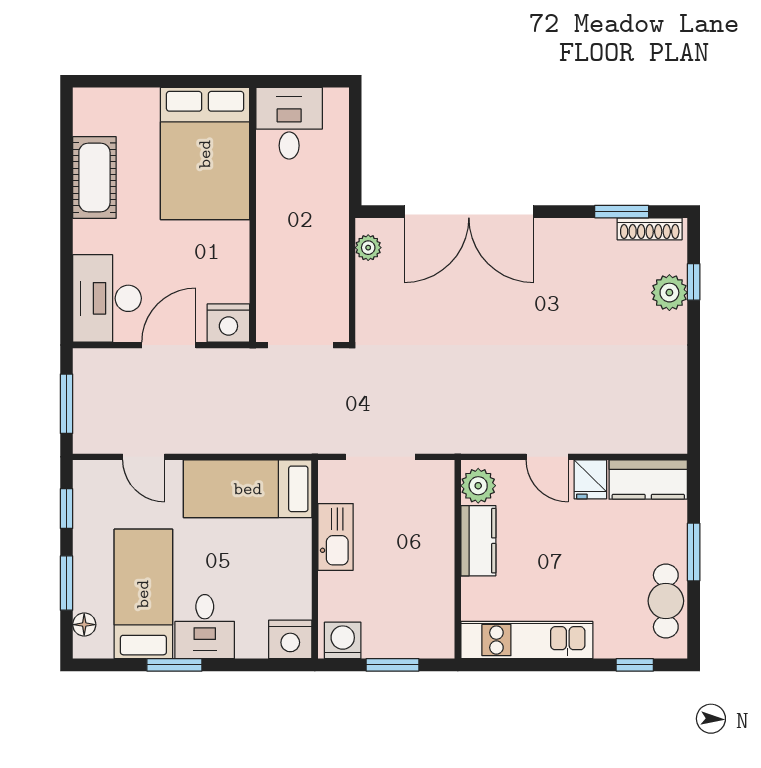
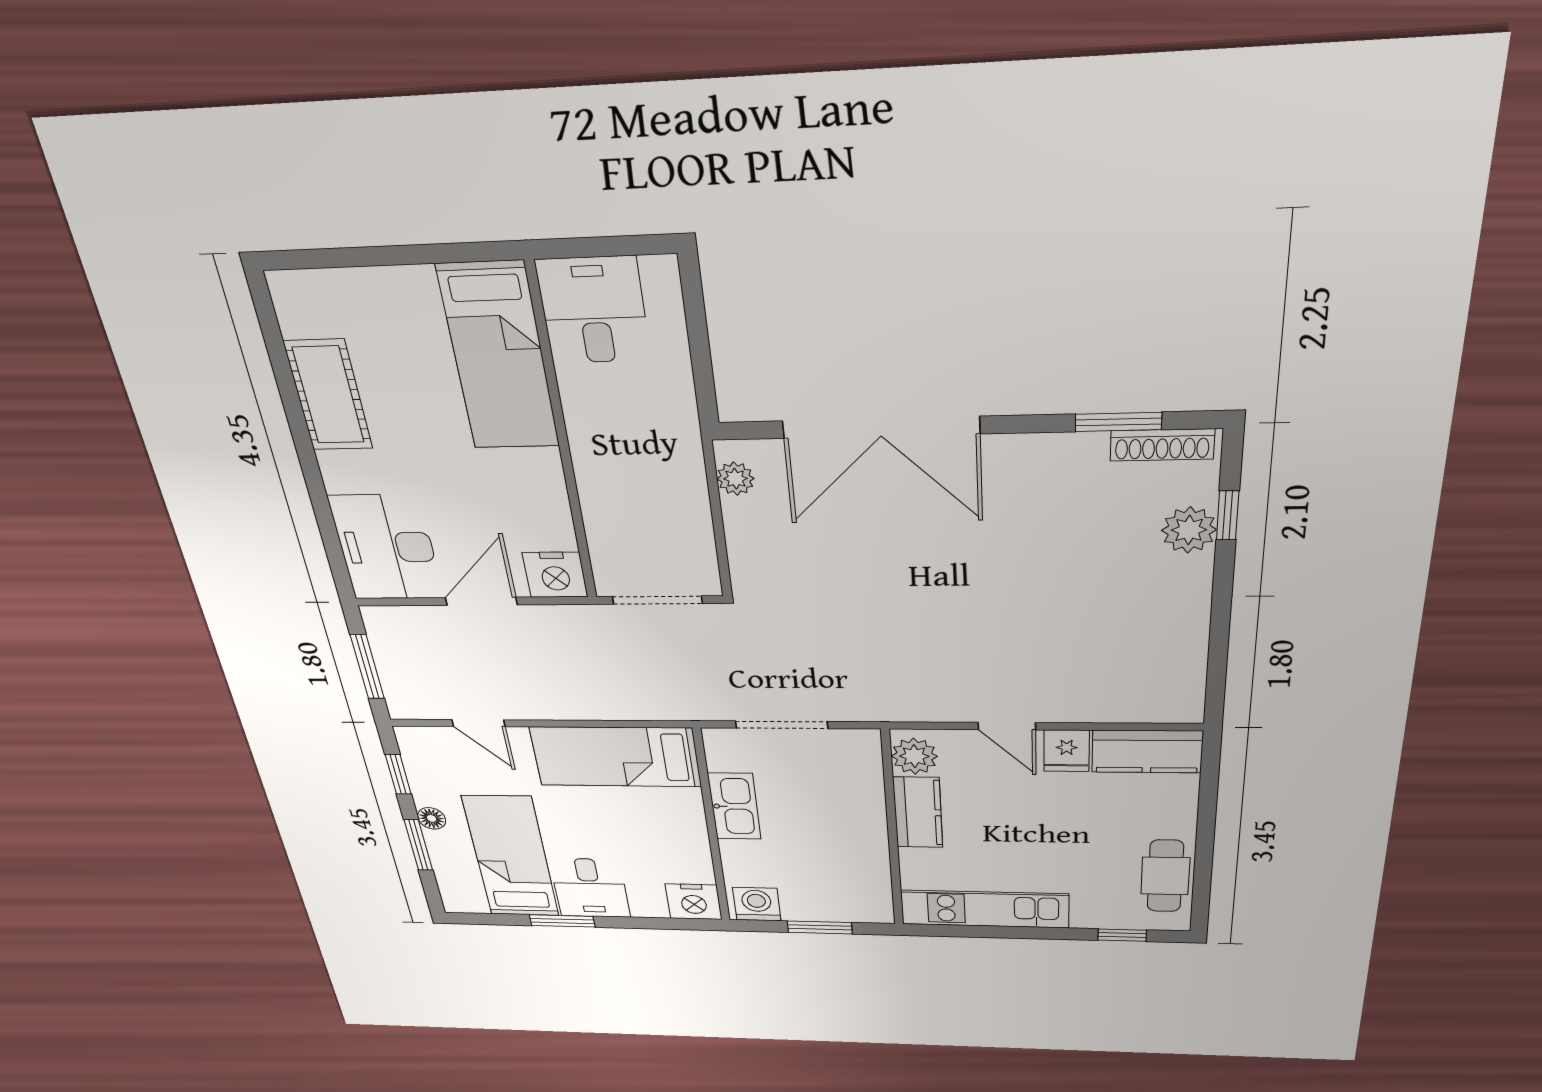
bed: (205, 154) -> (499, 357), width x0.67
window: (694, 552) -> (1206, 828), removed
floor lamp: (84, 625) -> (432, 818), moved

